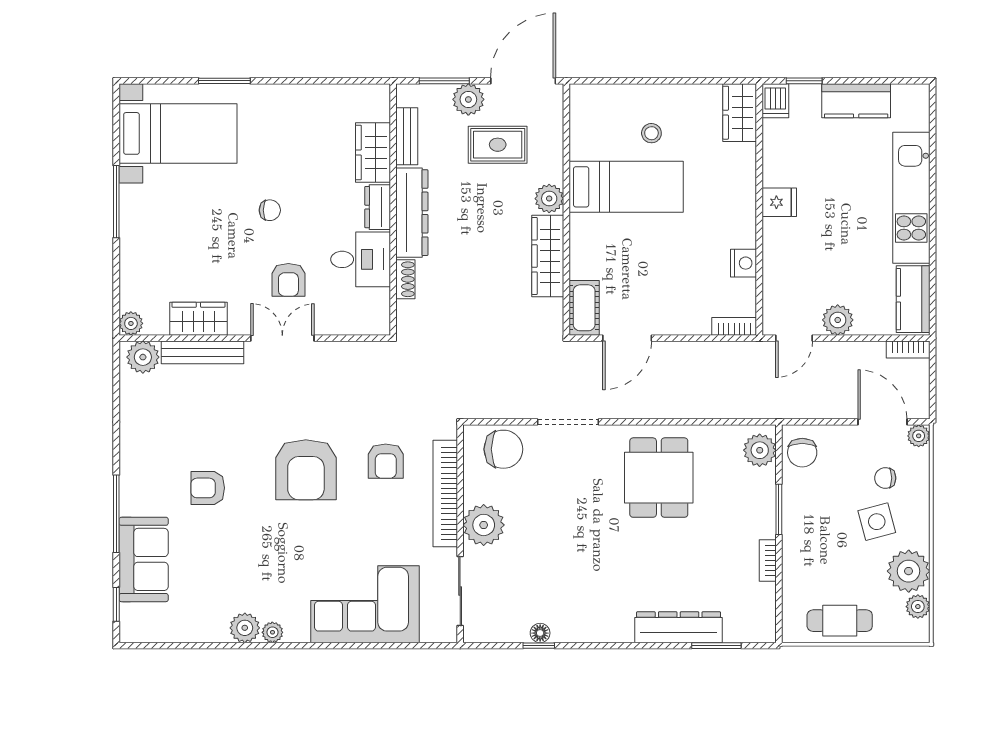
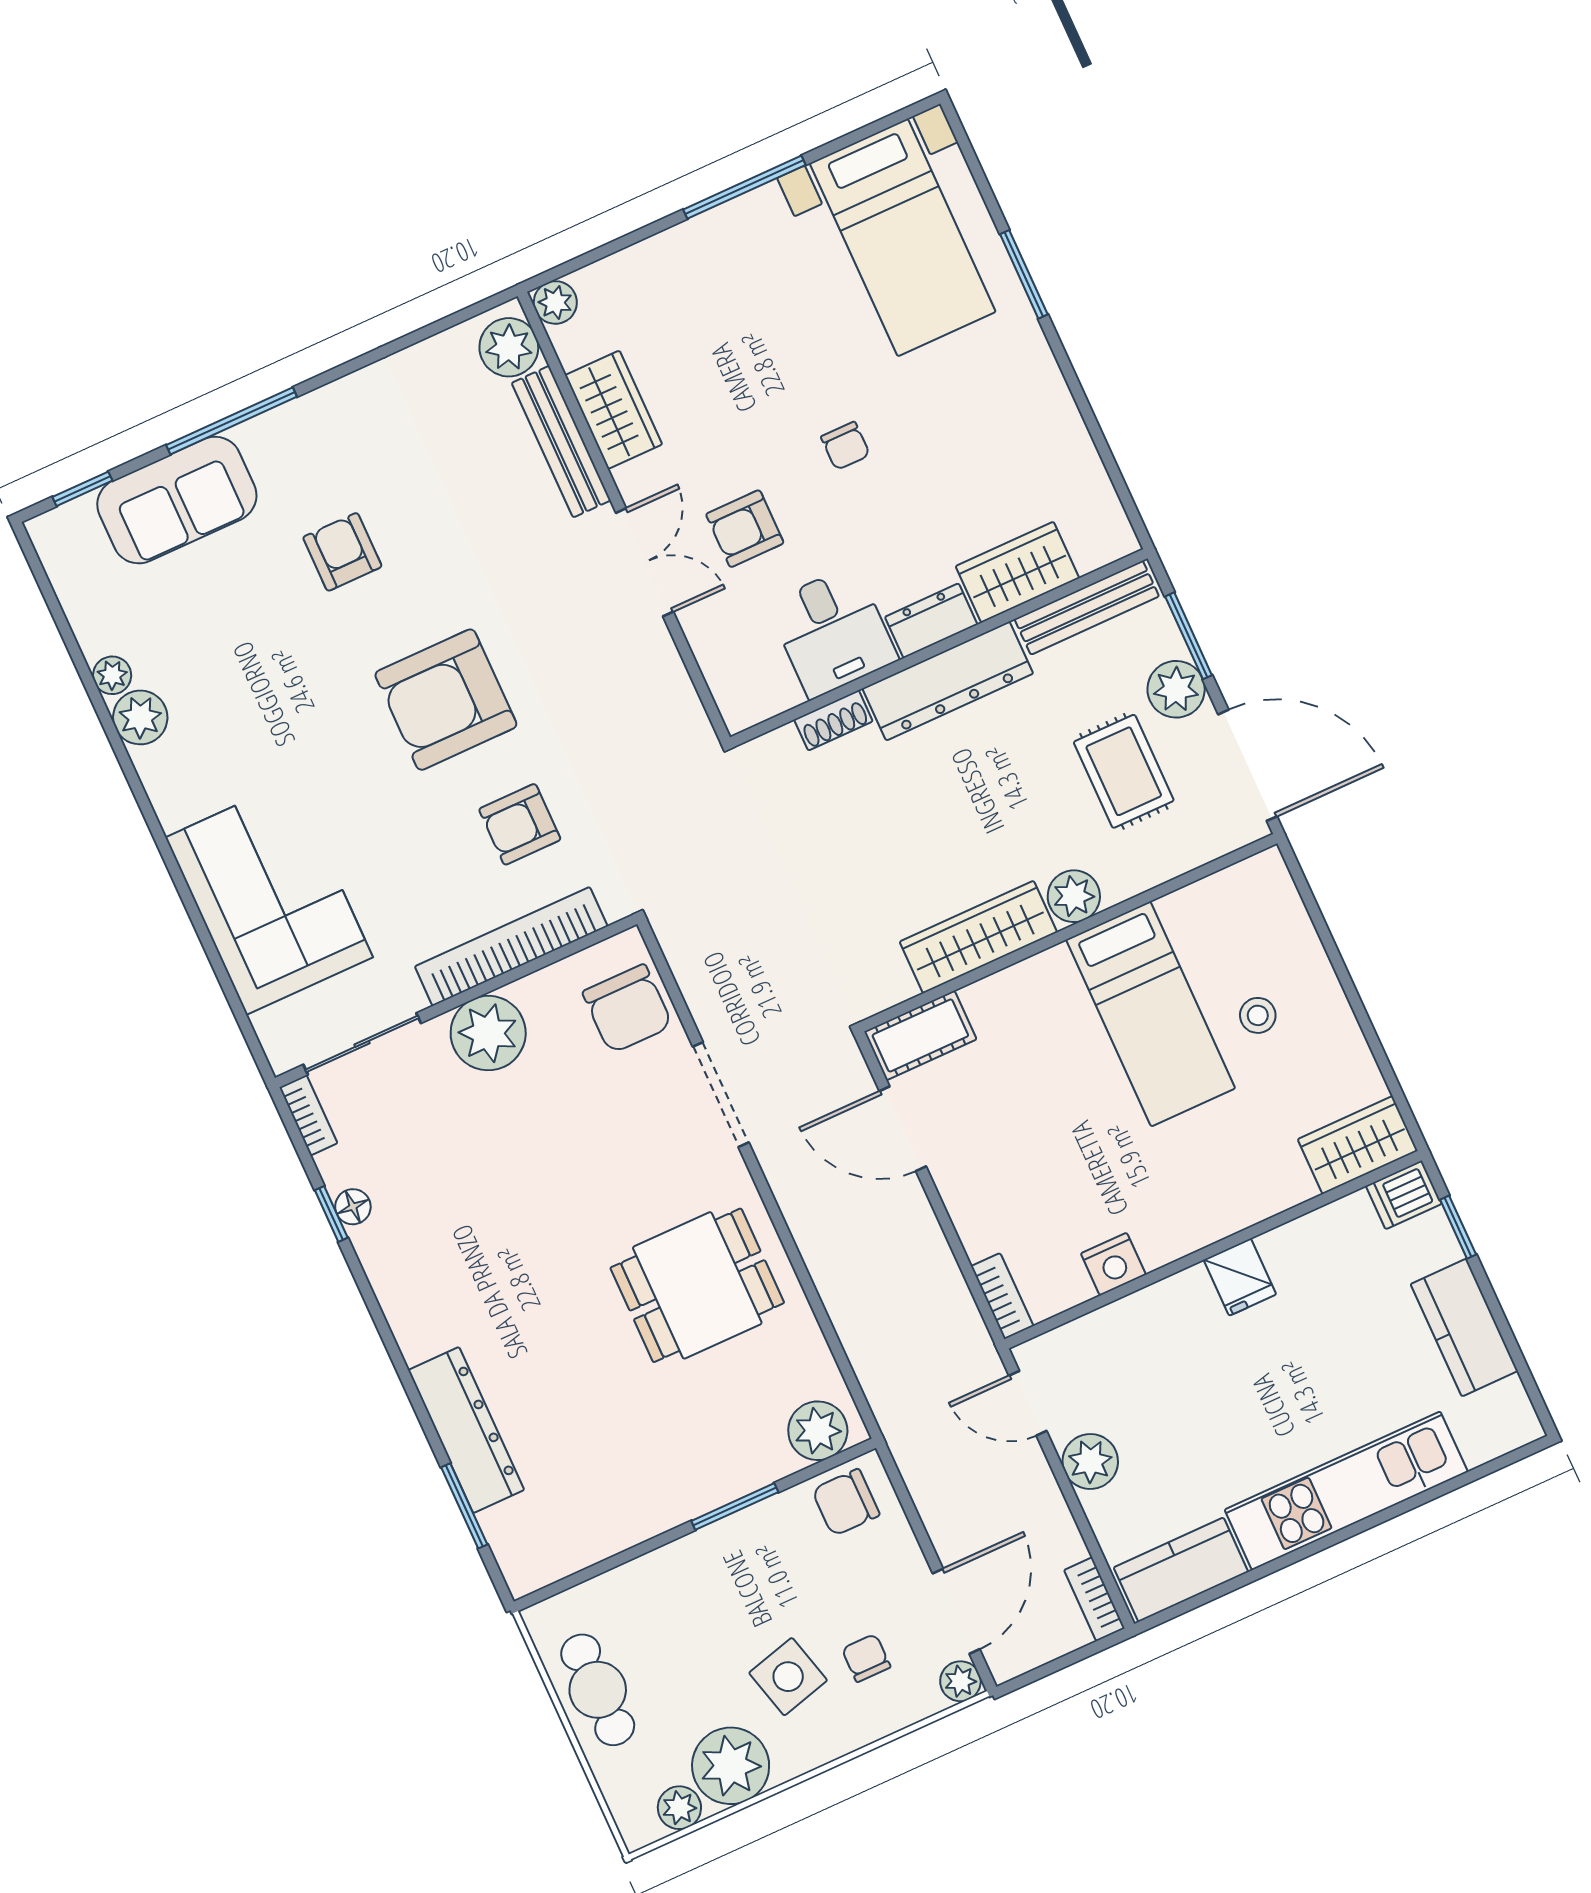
bench: (407, 136) -> (1087, 608), width x1.36
bookcase: (768, 561) -> (308, 1115), moved, turned 90
plant: (272, 632) -> (112, 675), moved

